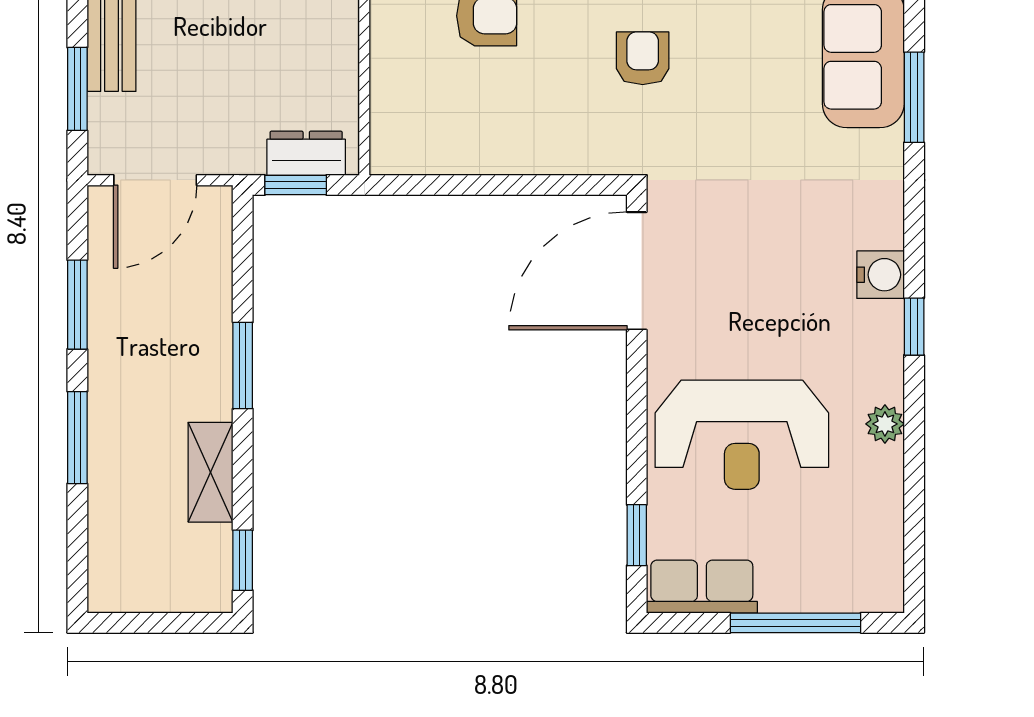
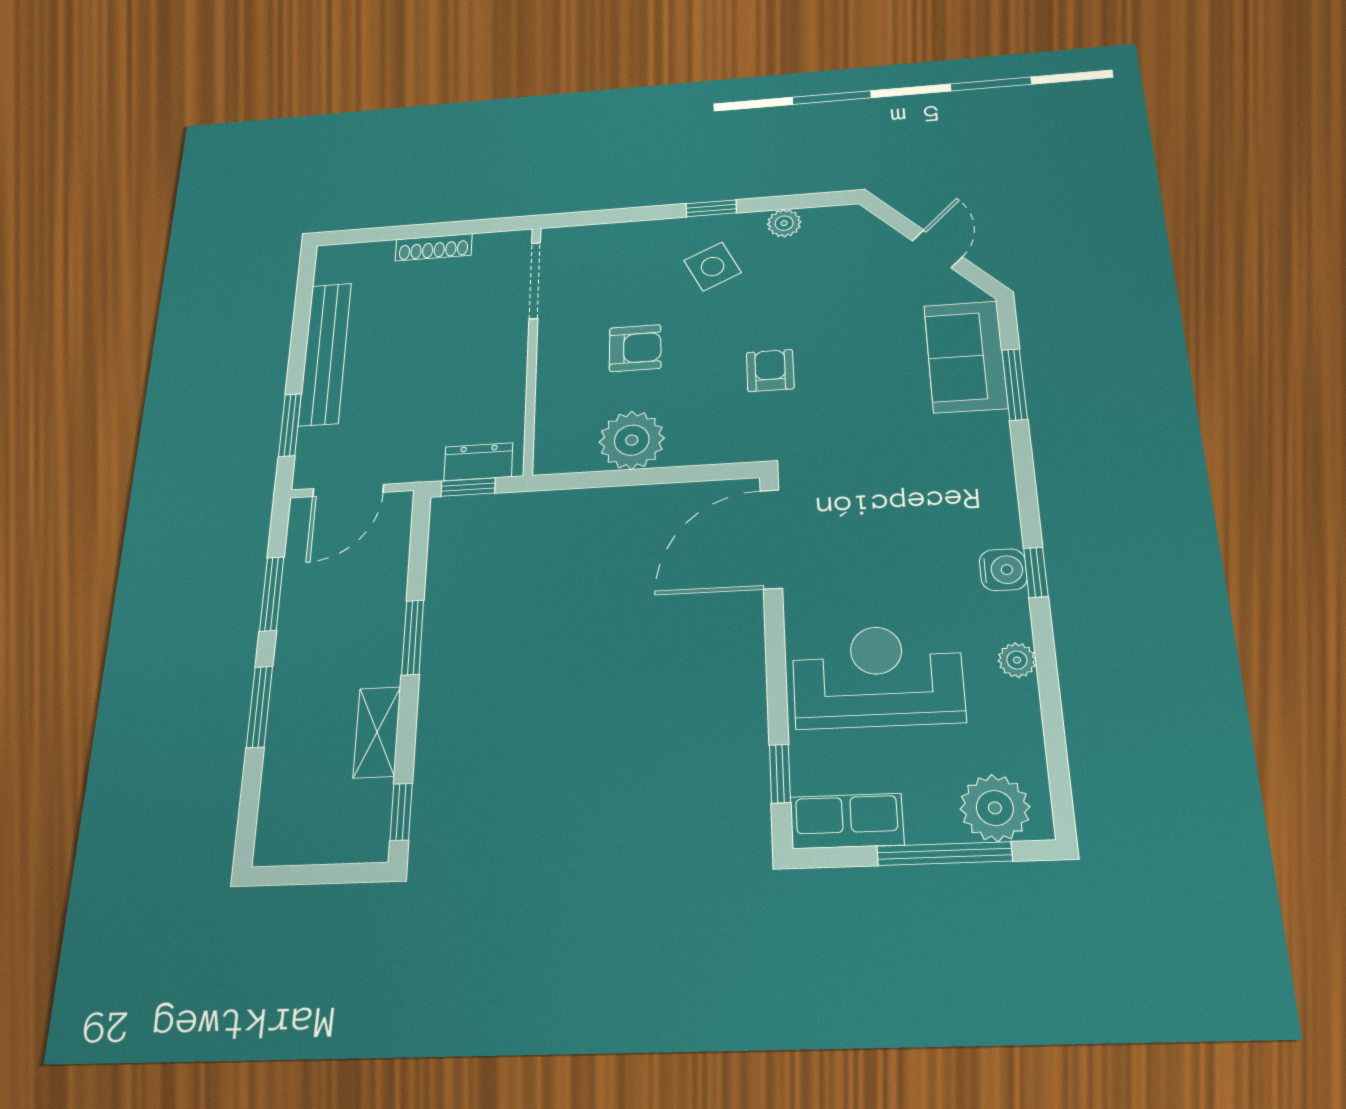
plant: (483, 138) -> (632, 440), added
water cooler: (881, 275) -> (1003, 570), moved
reception desk: (742, 435) -> (878, 676), turned 180
plant: (848, 579) -> (995, 808), added

